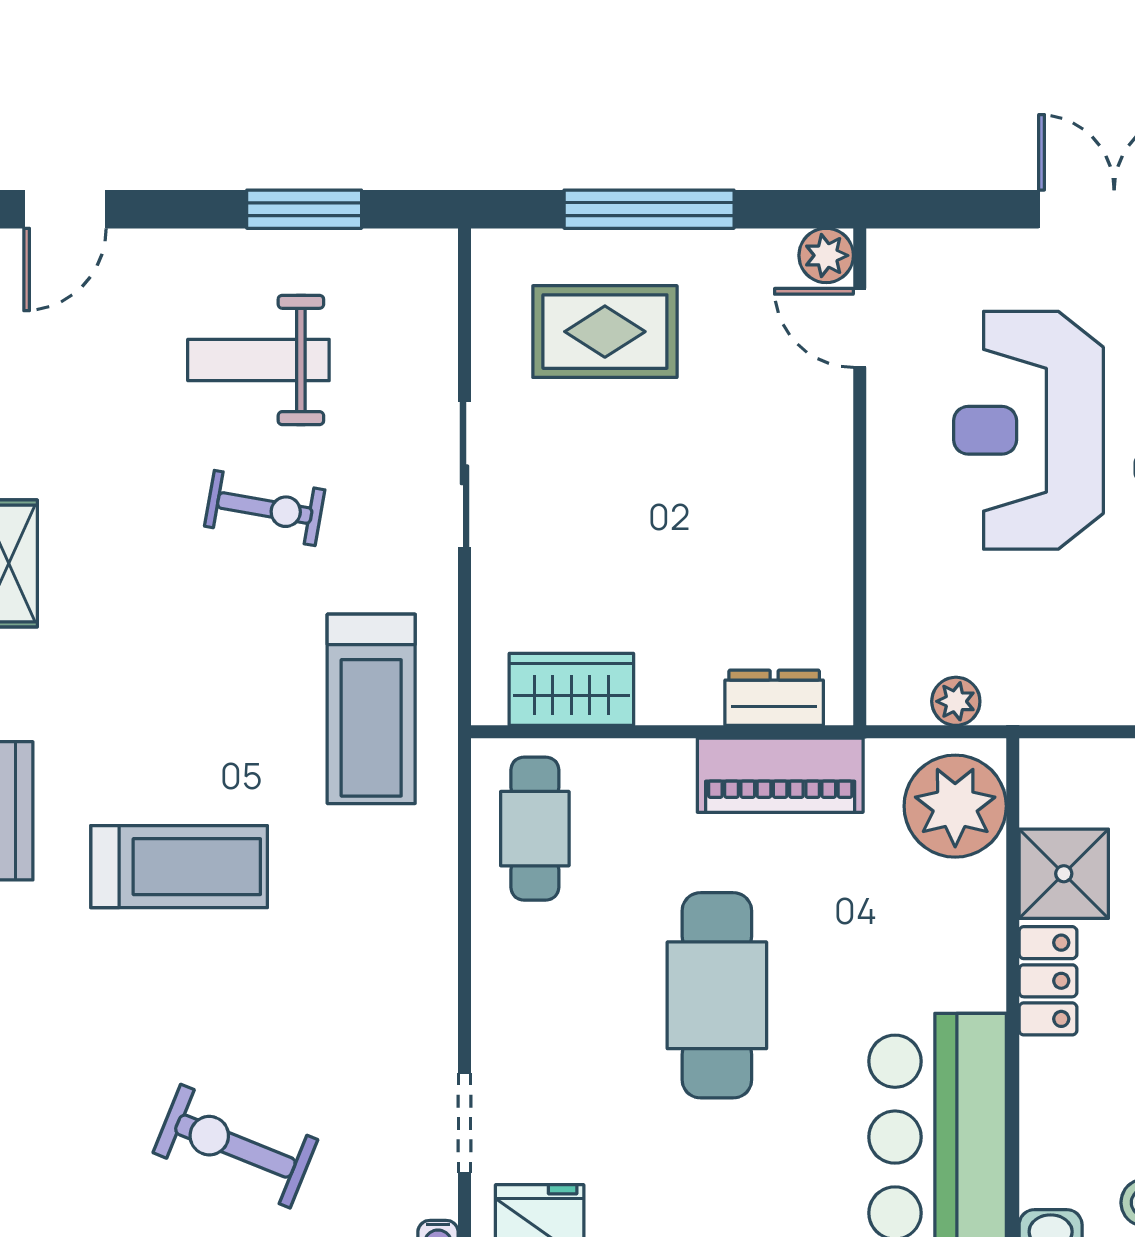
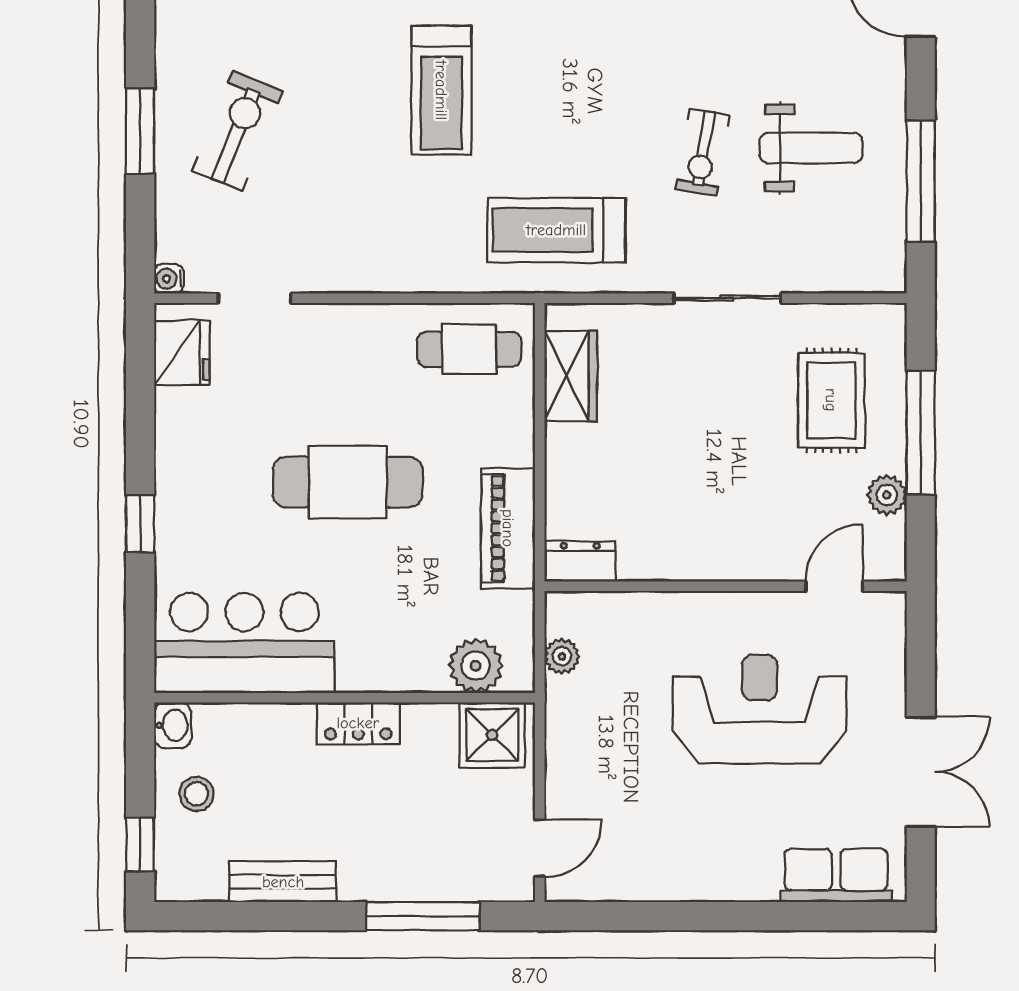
window: (304, 209) -> (921, 181), width x1.44
plant: (826, 255) -> (887, 495), moved
weight bench: (258, 360) -> (811, 148), turned 90
dresser: (774, 698) -> (580, 561), moved, turned -90
plant: (955, 806) -> (476, 666), width x0.73, depth x0.73
shower: (1064, 874) -> (492, 735), moved

